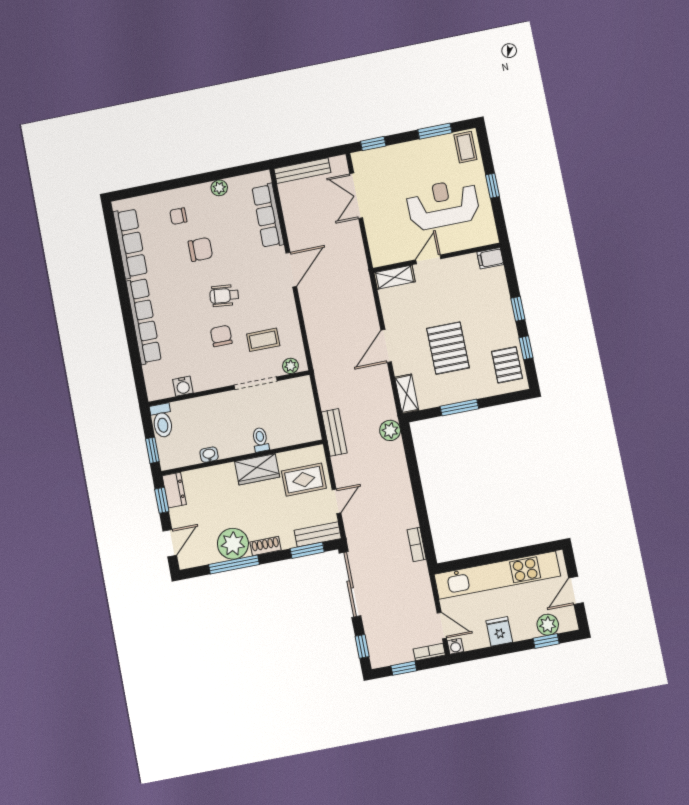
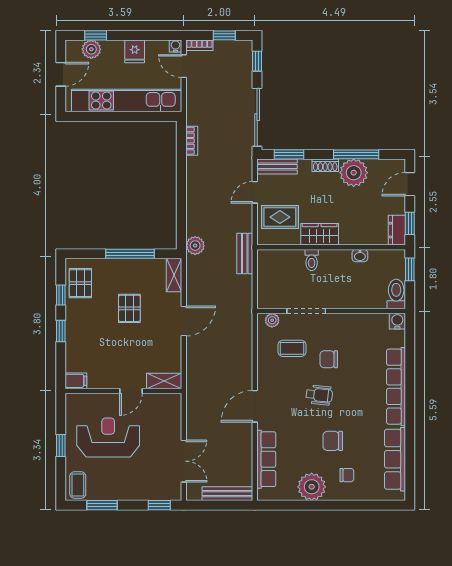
plant: (219, 188) -> (312, 487), width x1.88, depth x1.88
reception desk: (443, 204) -> (108, 438), turned 180
chair: (221, 336) -> (329, 359), turned 90
pallet: (448, 348) -> (129, 308), width x0.67, depth x0.71
water cooler: (183, 386) -> (397, 321), moved
window: (459, 408) -> (130, 254), width x1.44

